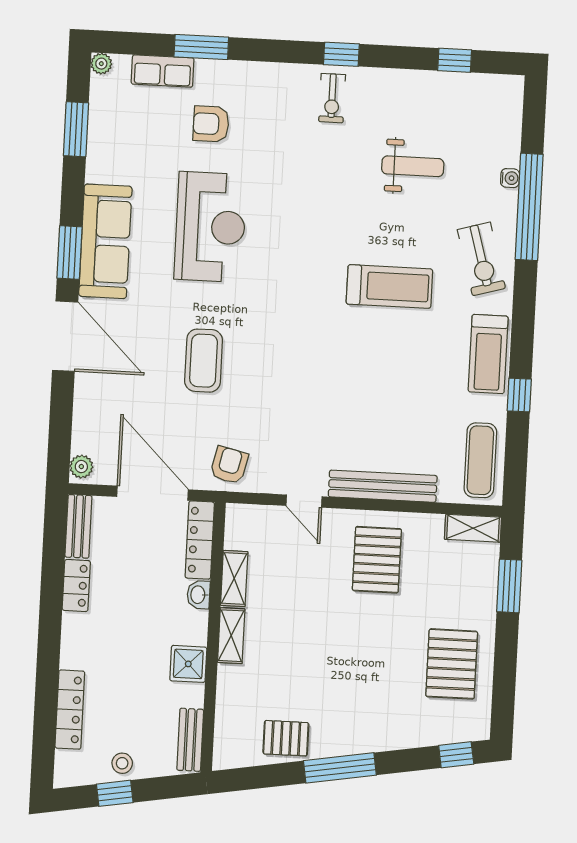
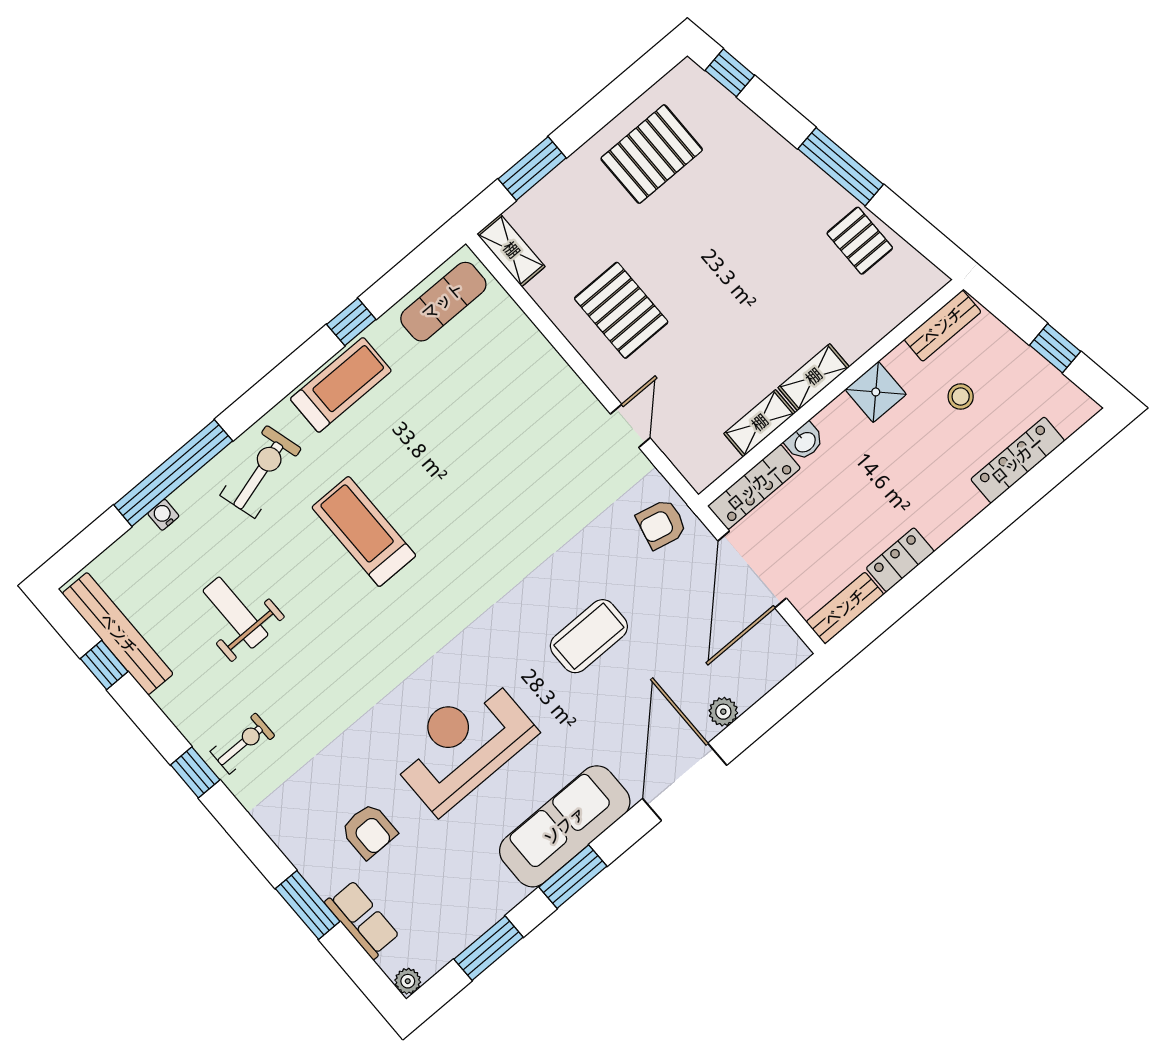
window: (70, 252) -> (573, 877), moved
plant: (81, 467) -> (723, 712), moved
bench: (383, 486) -> (118, 634), moved
pallet: (377, 560) -> (621, 310), turned 90
stool: (122, 763) -> (961, 397), moved

